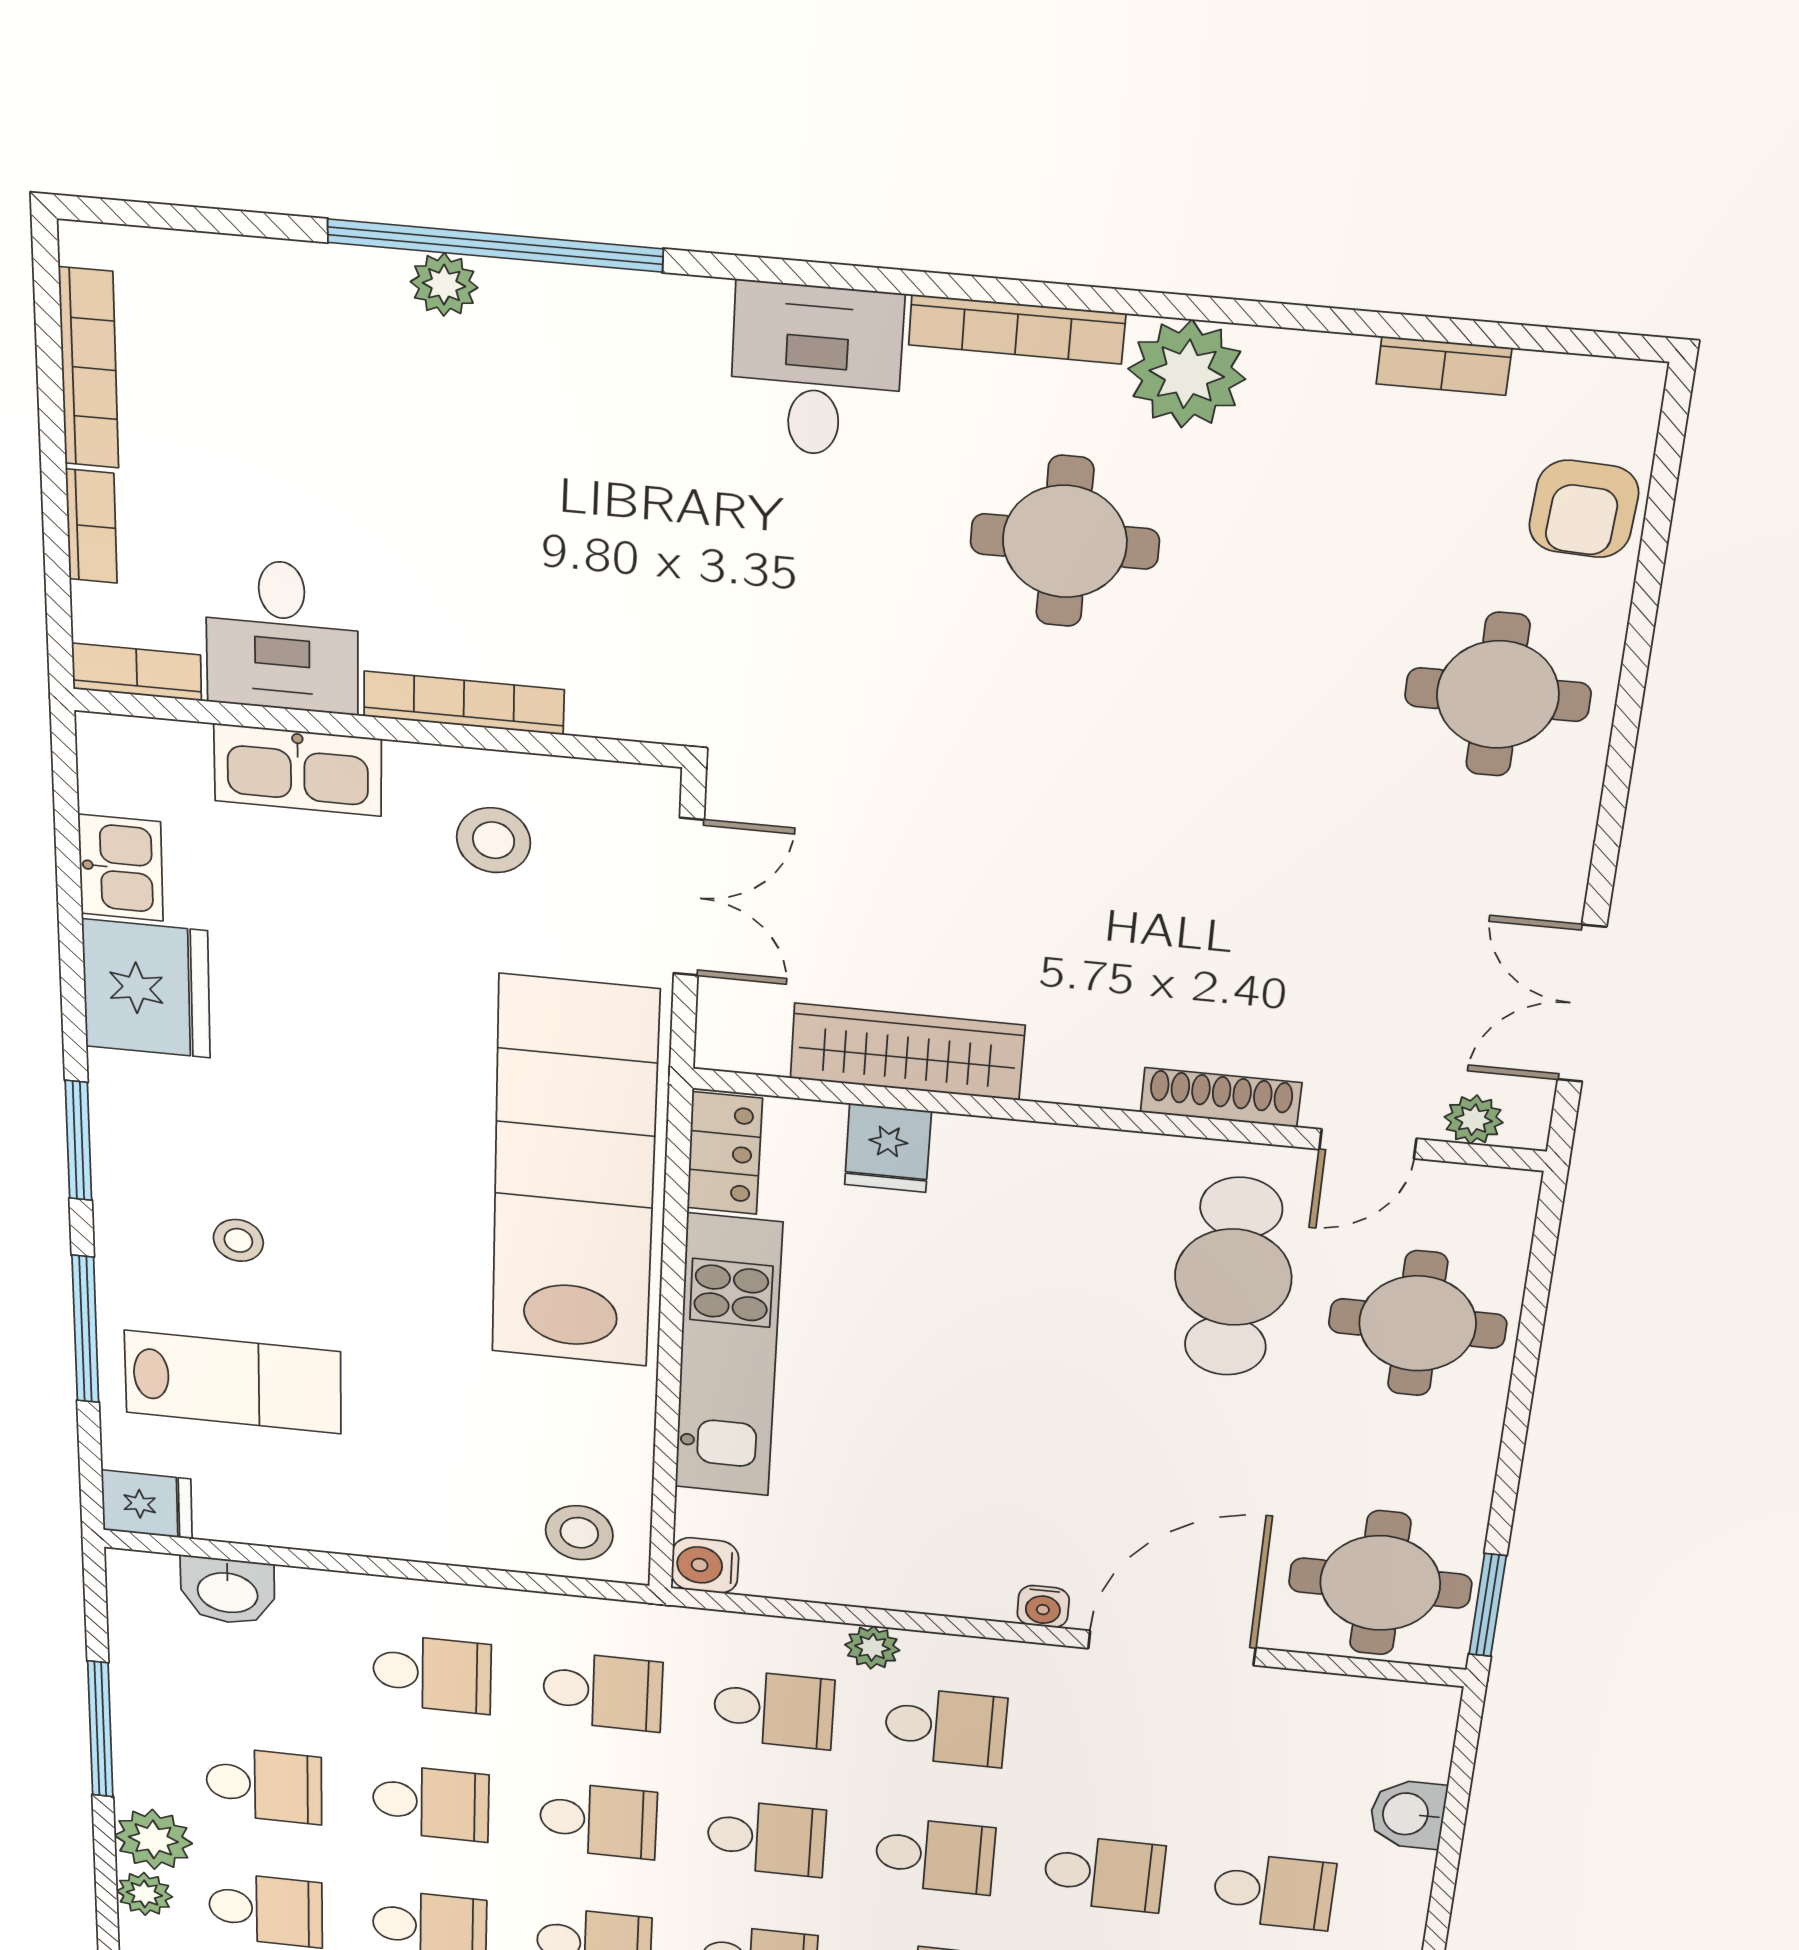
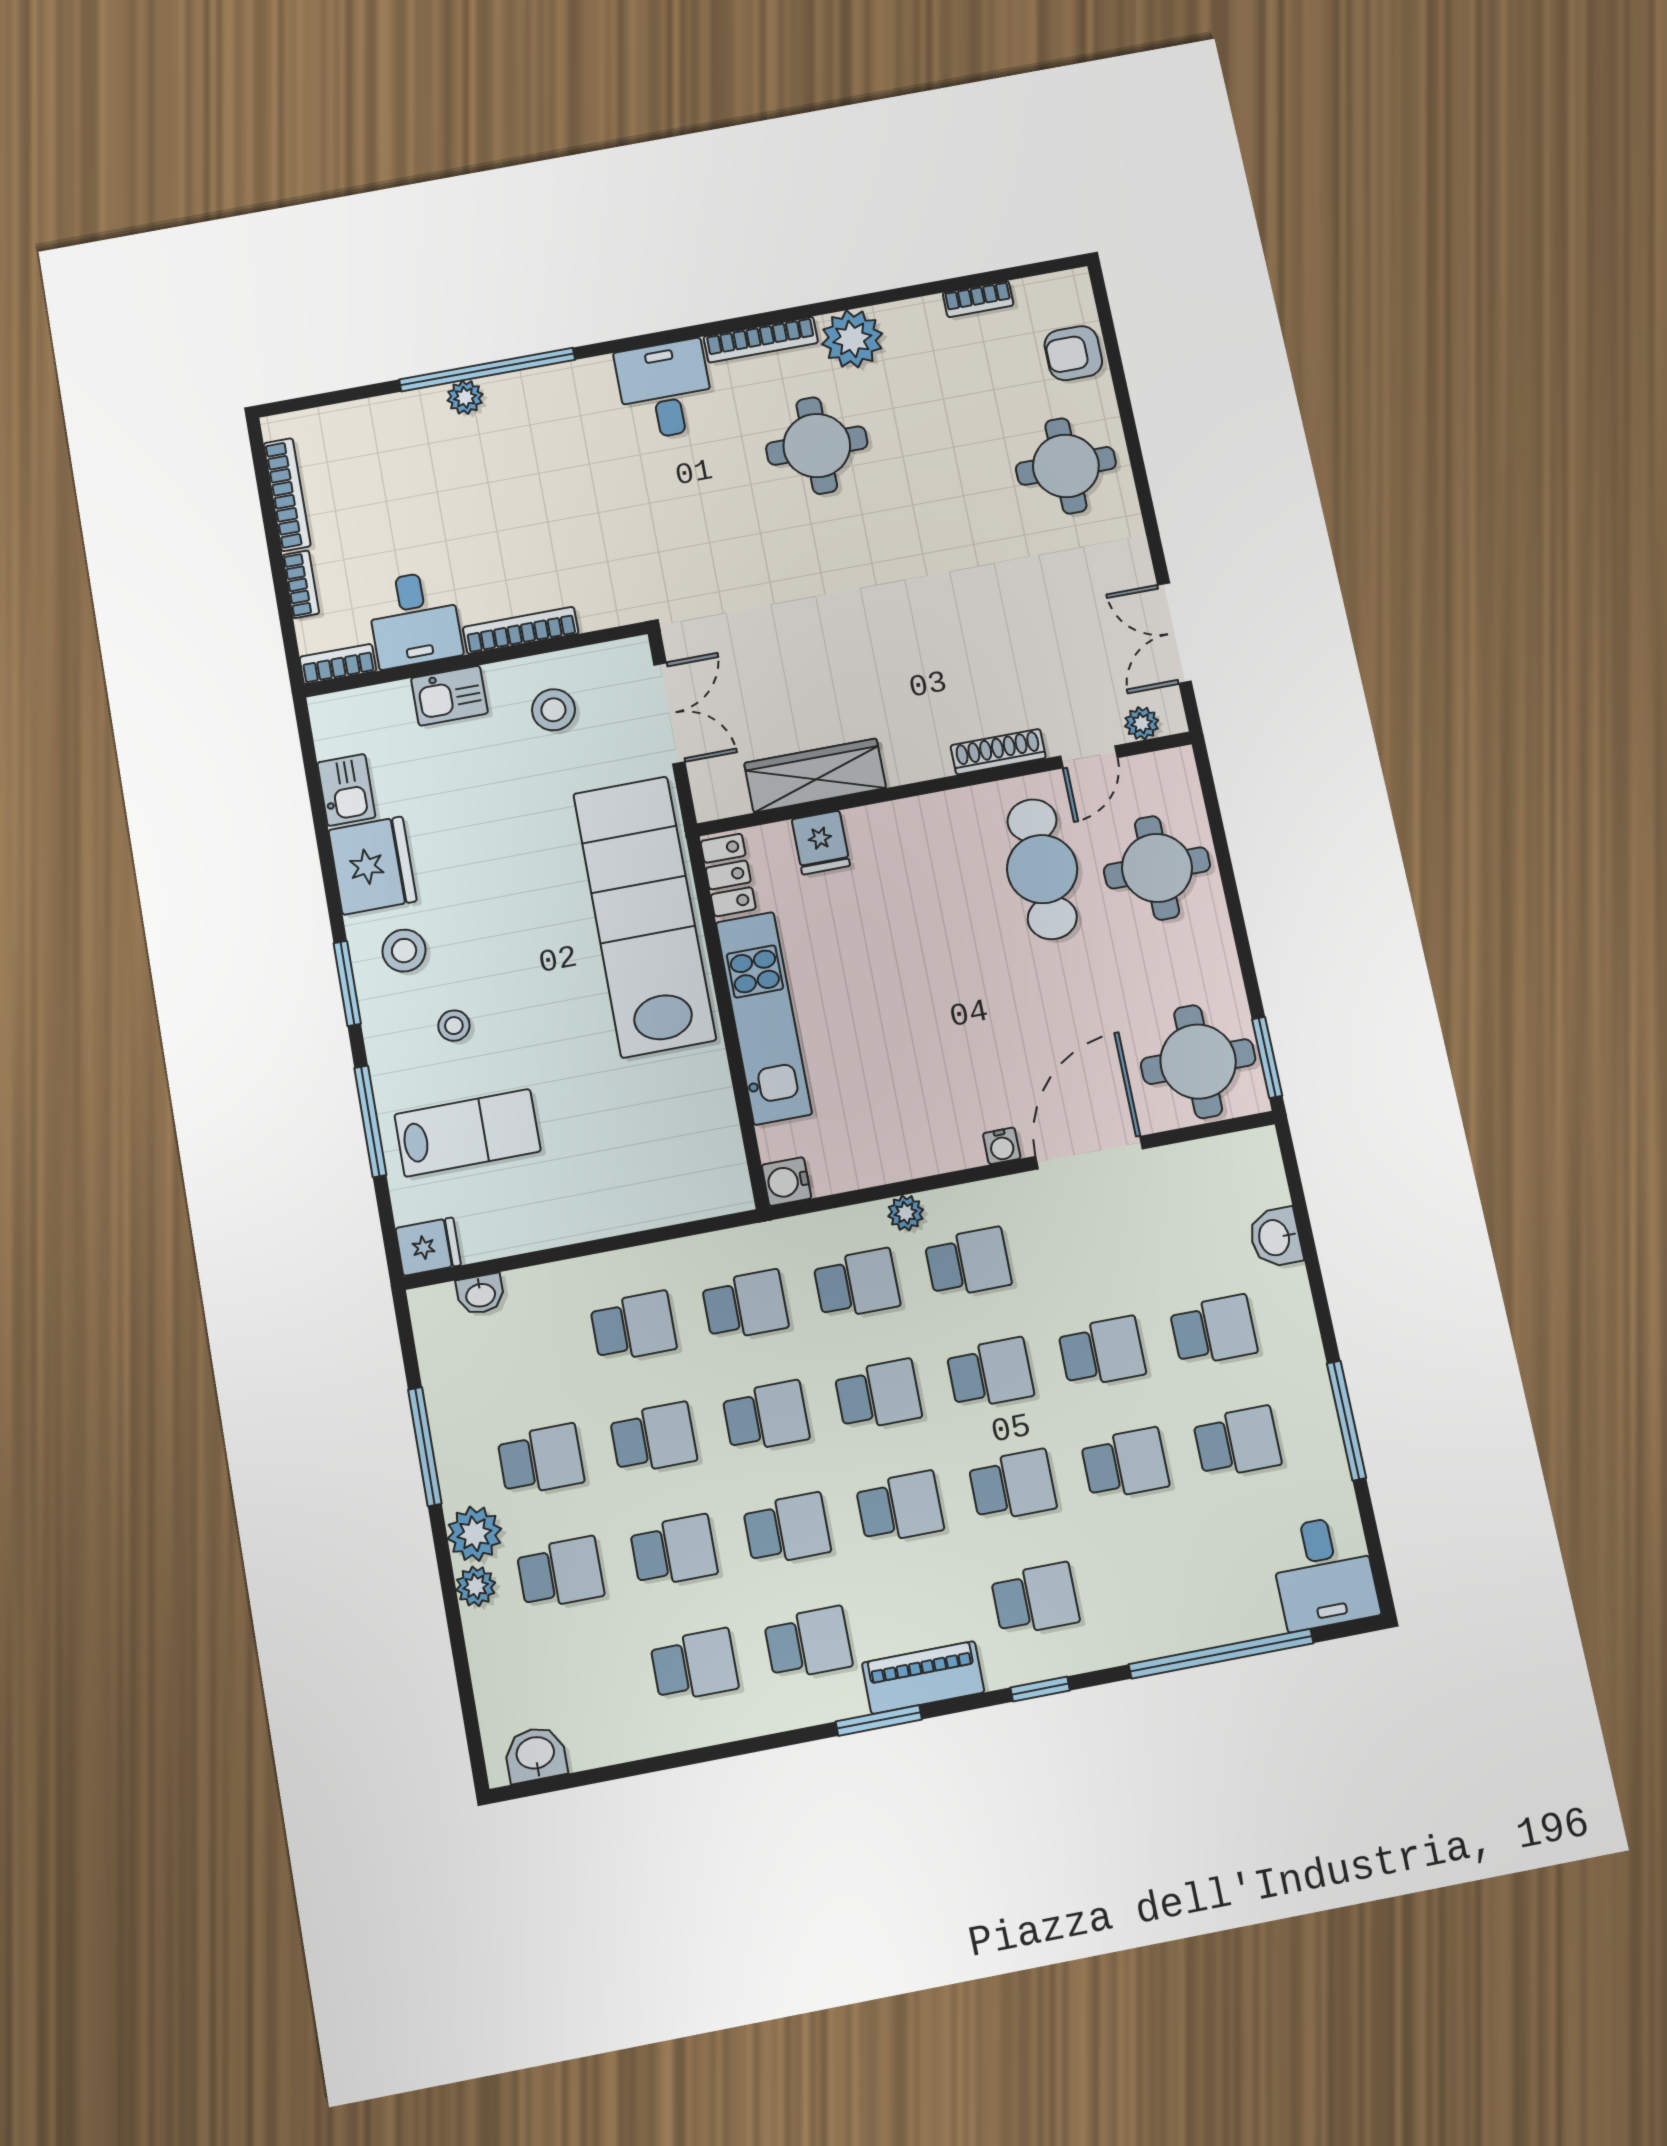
armchair: (1584, 509) -> (1073, 353), turned 87
kitchen sink: (298, 770) -> (449, 696), width x0.73
stool: (579, 1533) -> (404, 951), moved
washbasin: (228, 1591) -> (480, 1294), width x0.72, depth x0.69

